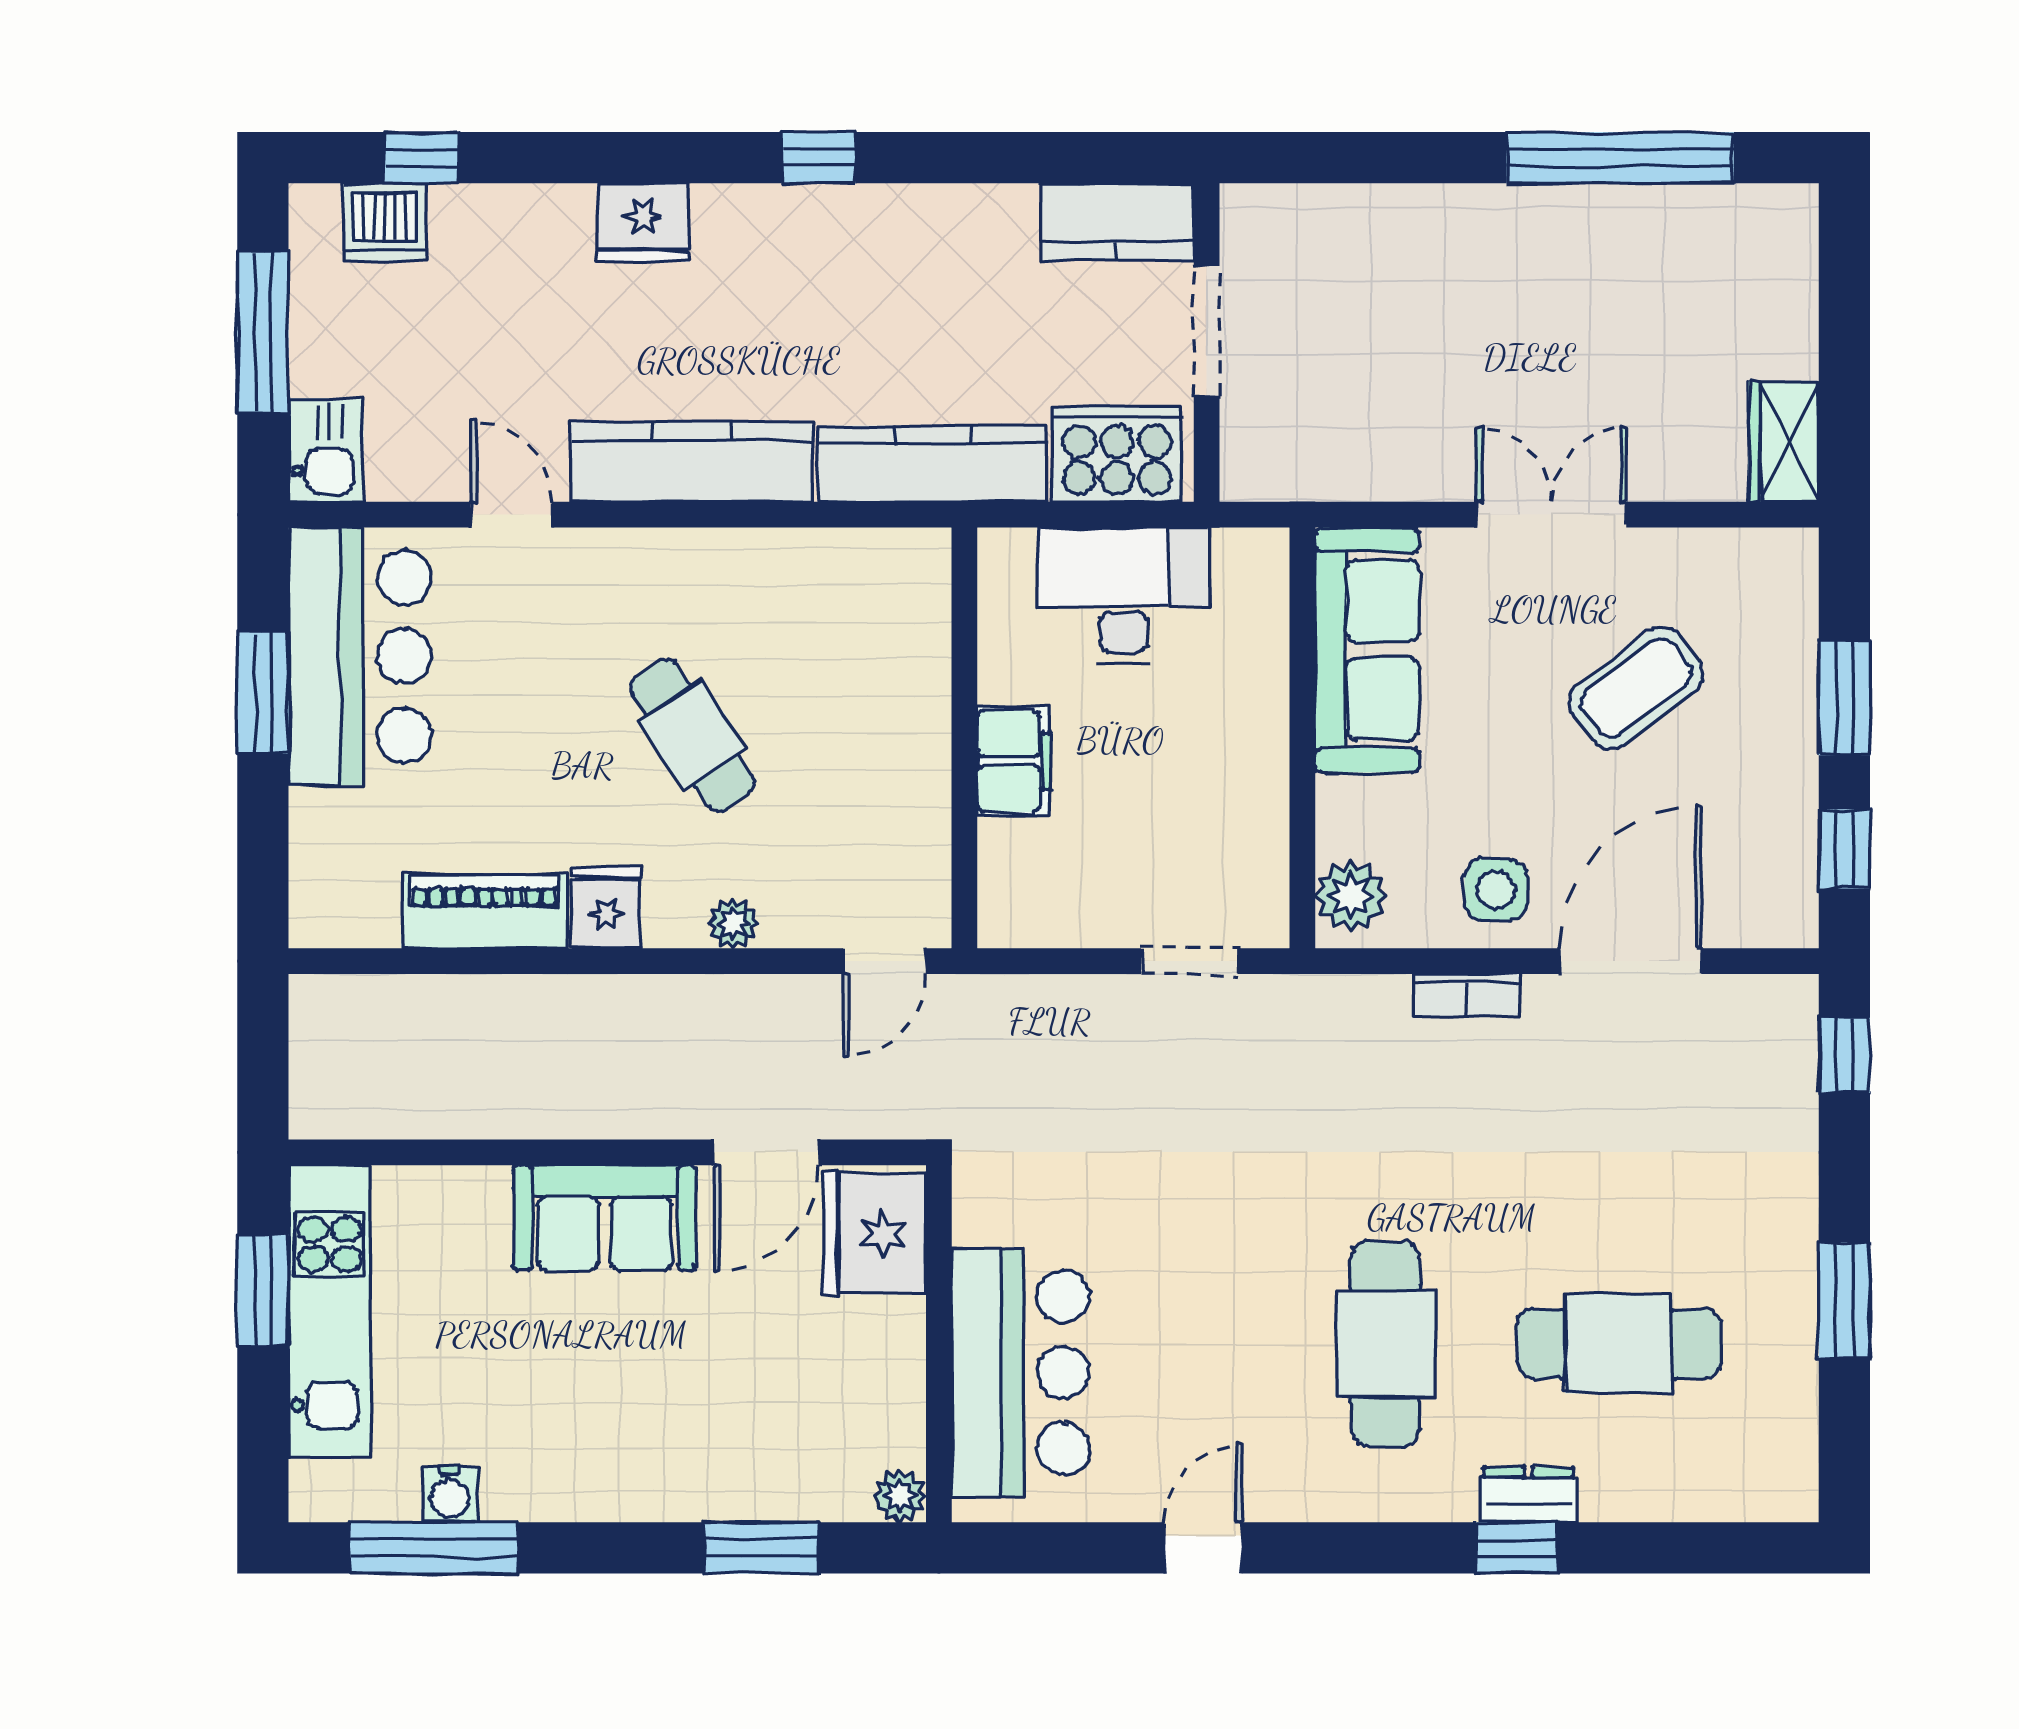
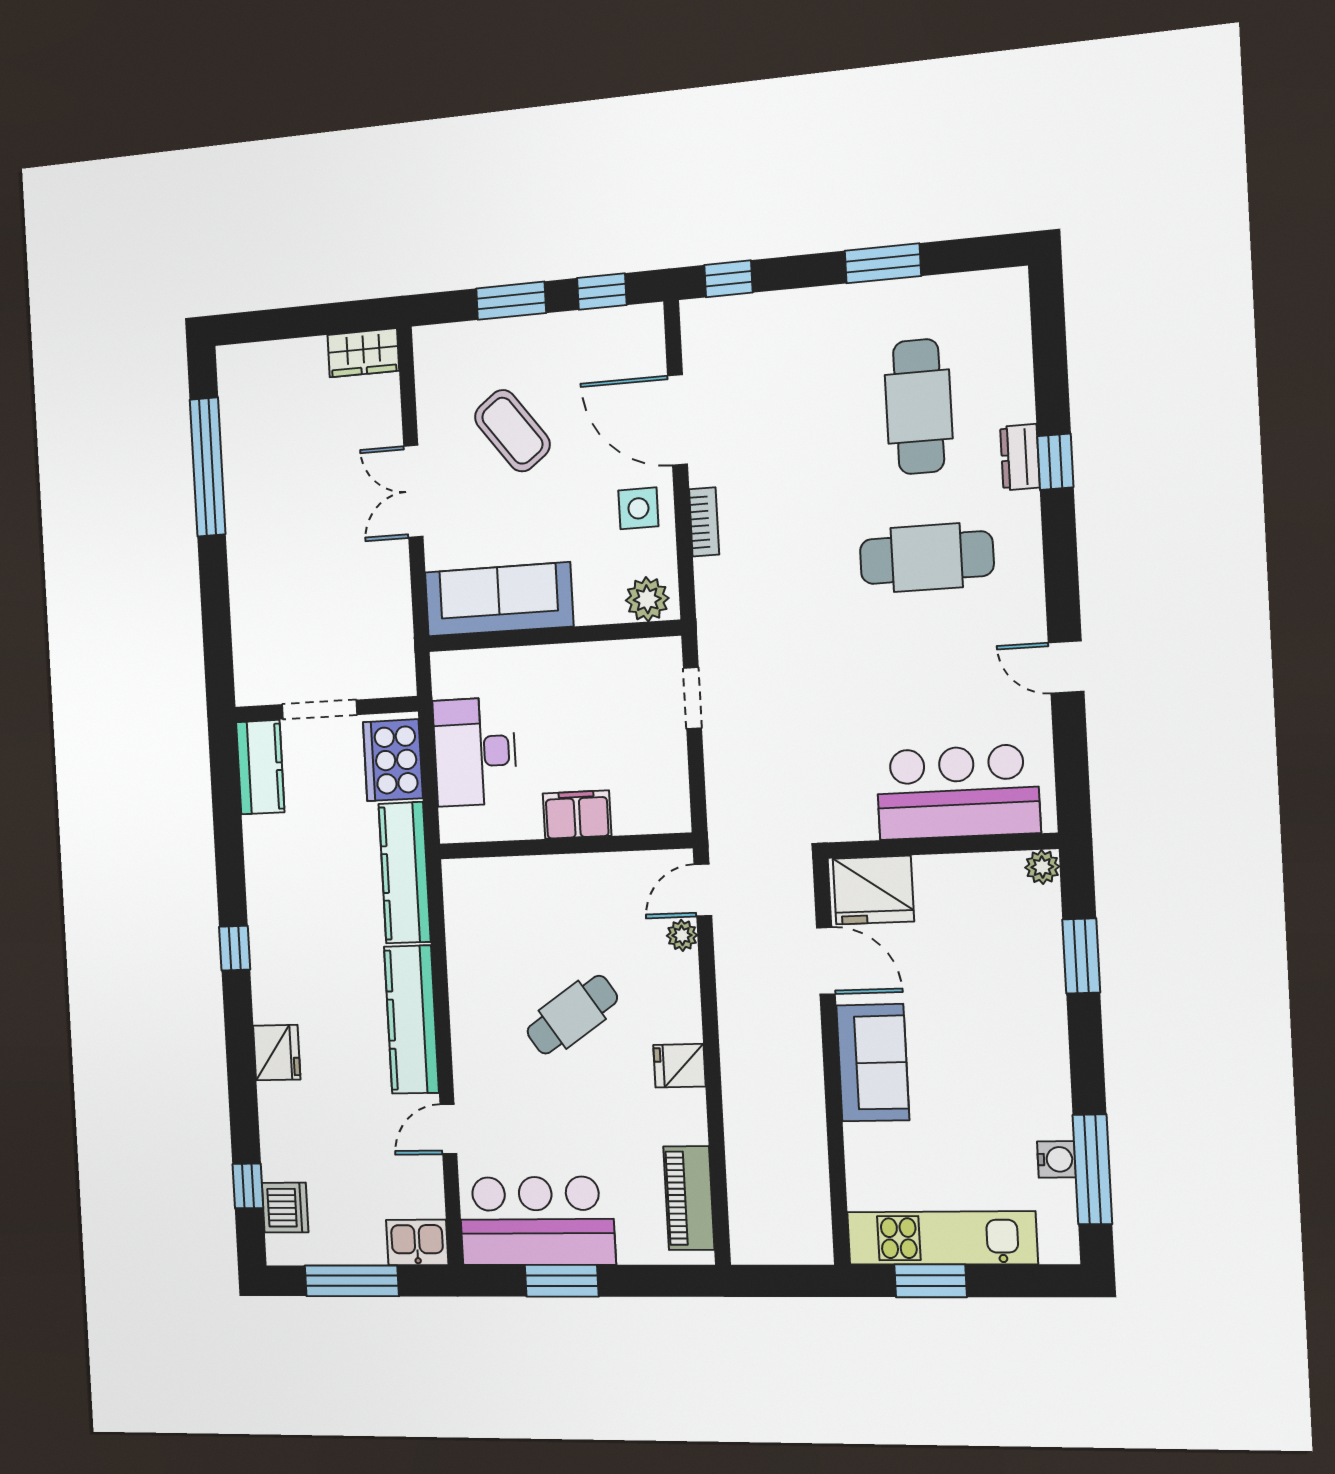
piano: (484, 911) -> (689, 1198), moved
plant: (733, 923) -> (682, 935), moved
door: (885, 961) -> (703, 890), swing flipped

